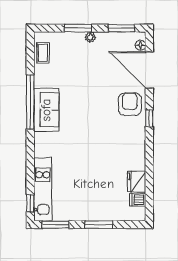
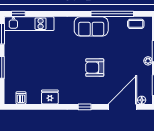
window: (30, 102) -> (112, 14), moved
armchair: (130, 104) -> (95, 68), moved, turned 180
fridge: (137, 182) -> (50, 97), moved

